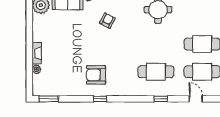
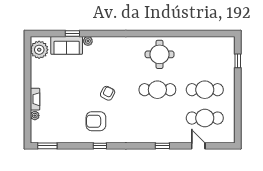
armchair: (107, 21) -> (108, 93), moved
cafe table: (156, 72) -> (157, 90), moved

